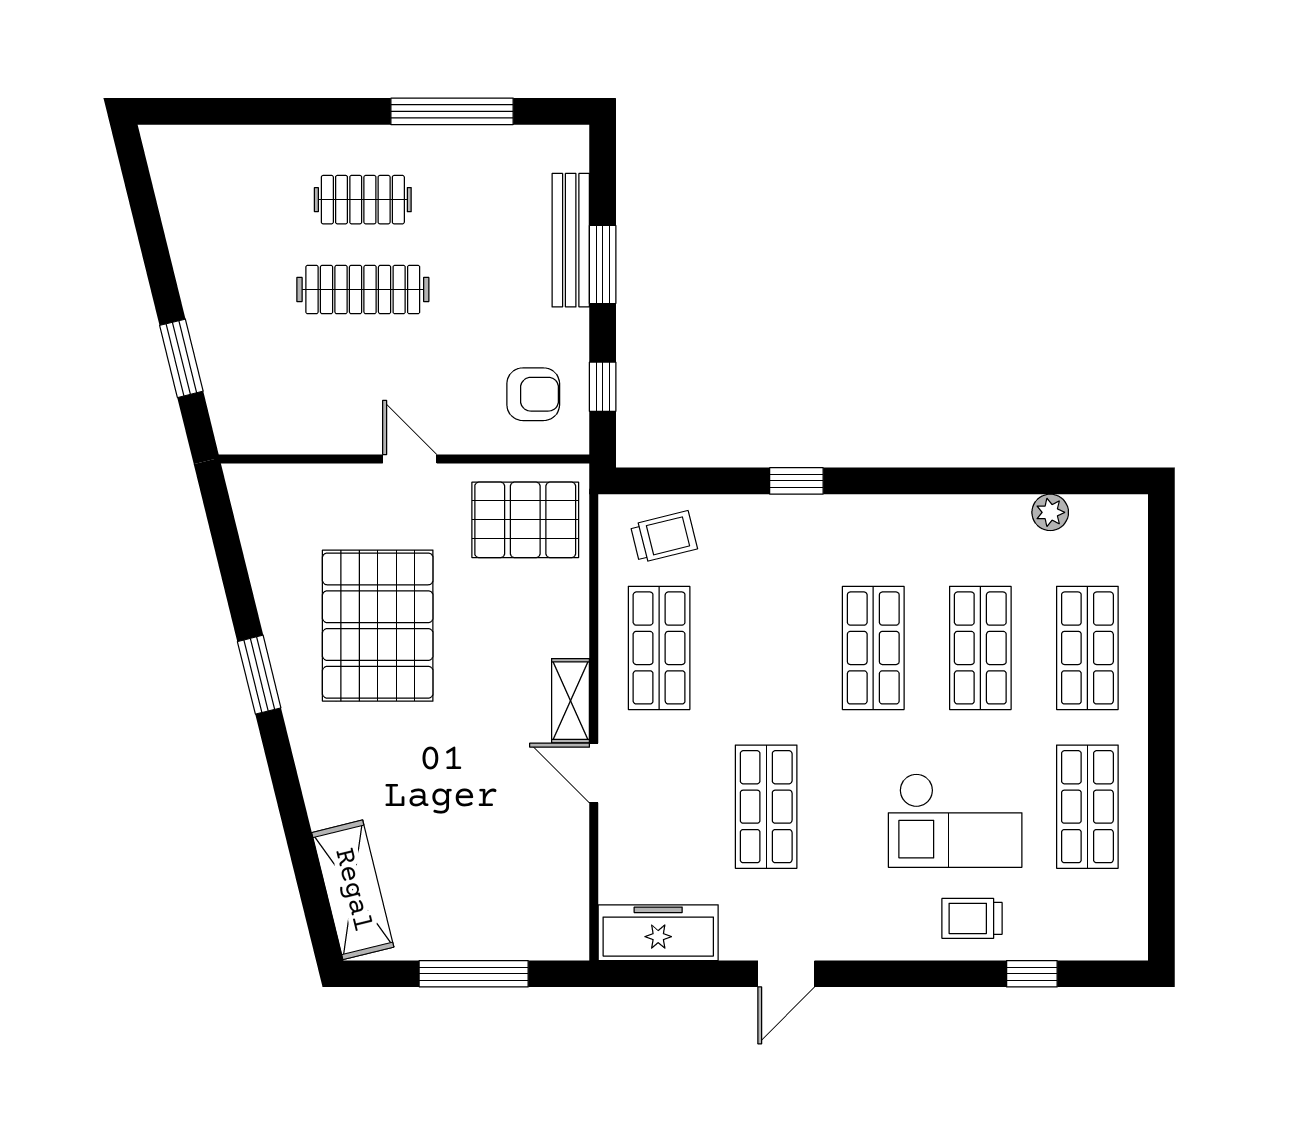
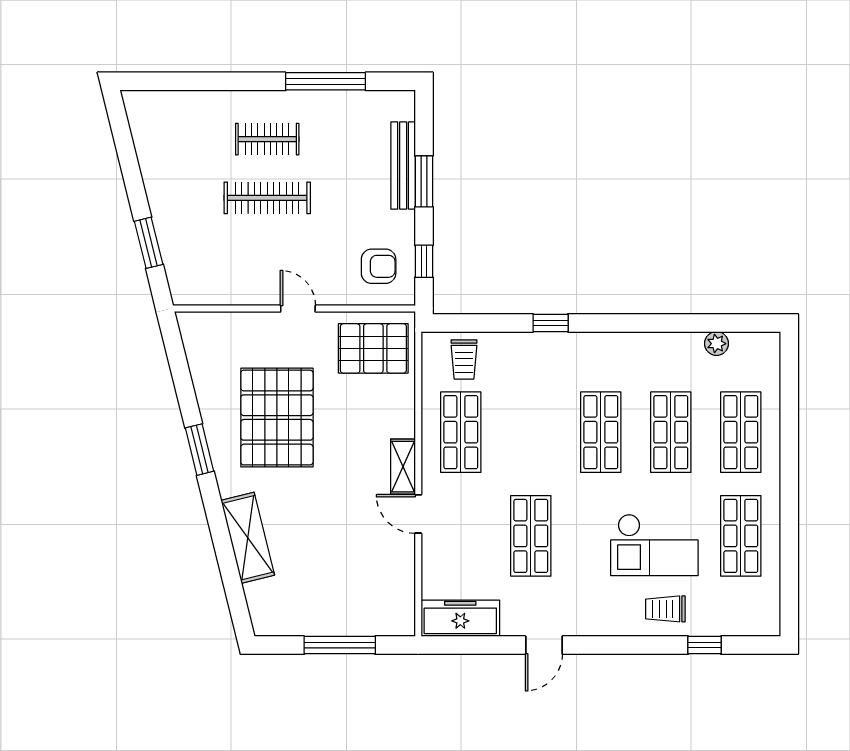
trolley: (664, 537) -> (464, 360), turned 104
shelving: (353, 890) -> (248, 538), moved

